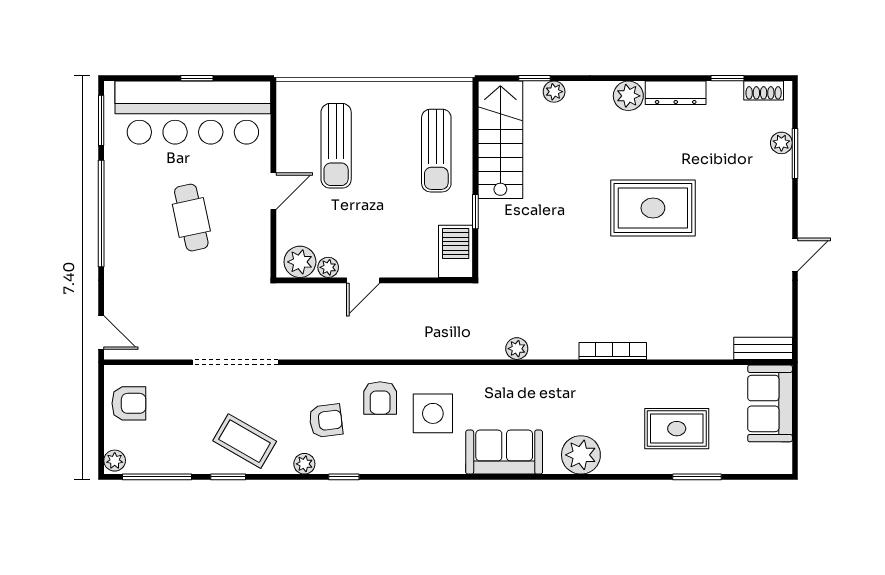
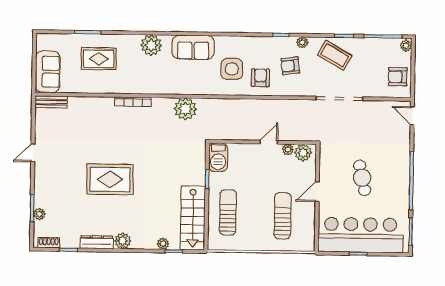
plant: (517, 349) -> (185, 109), width x1.88, depth x1.88

